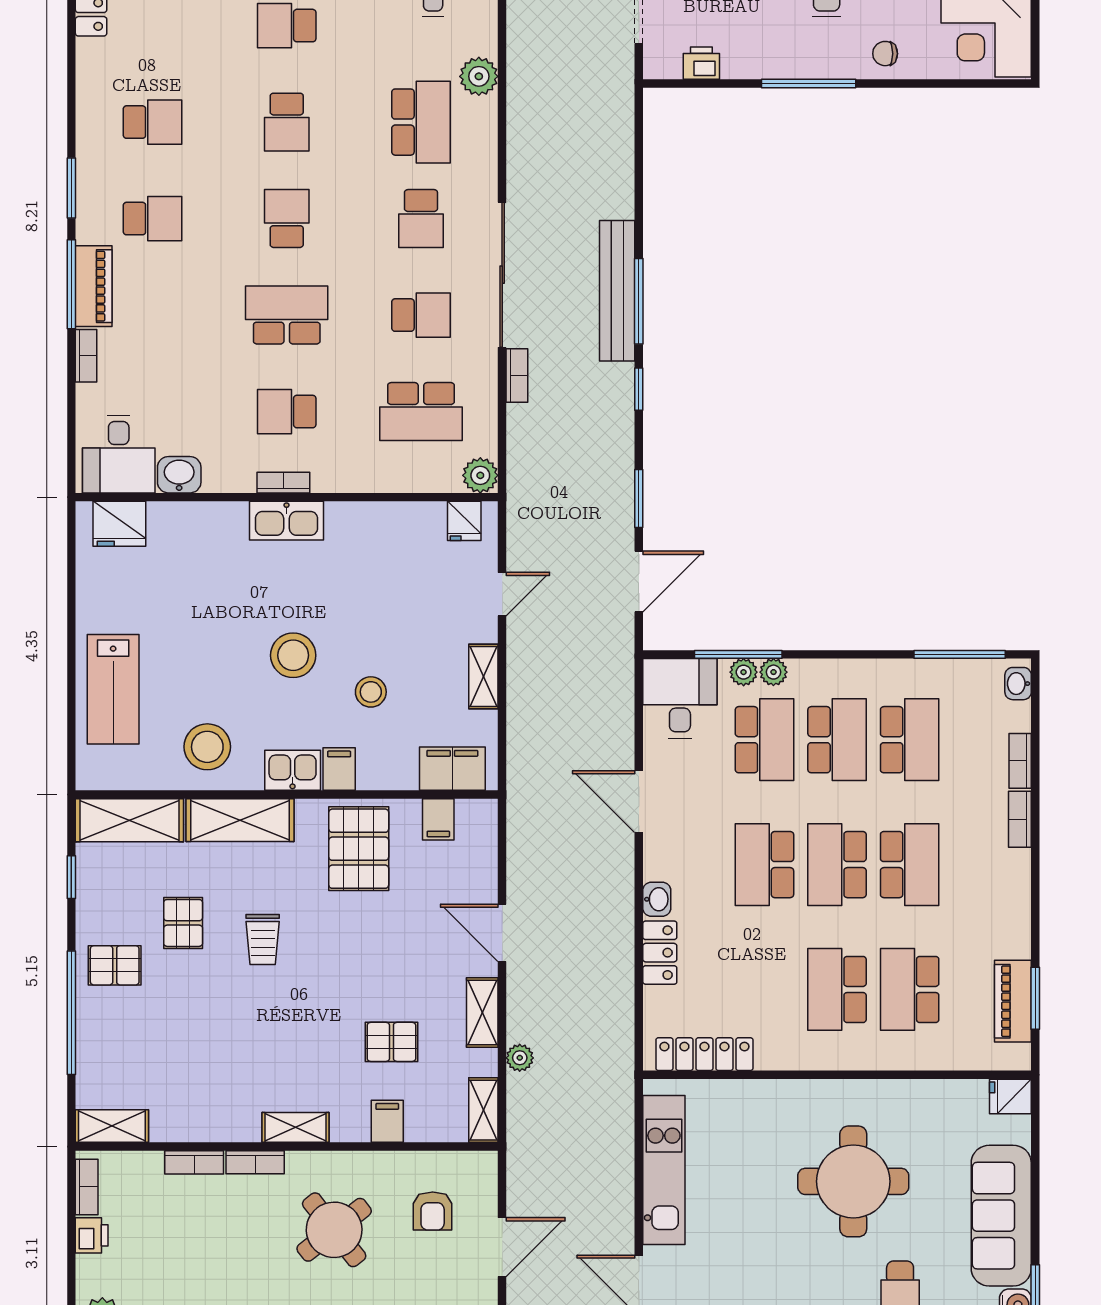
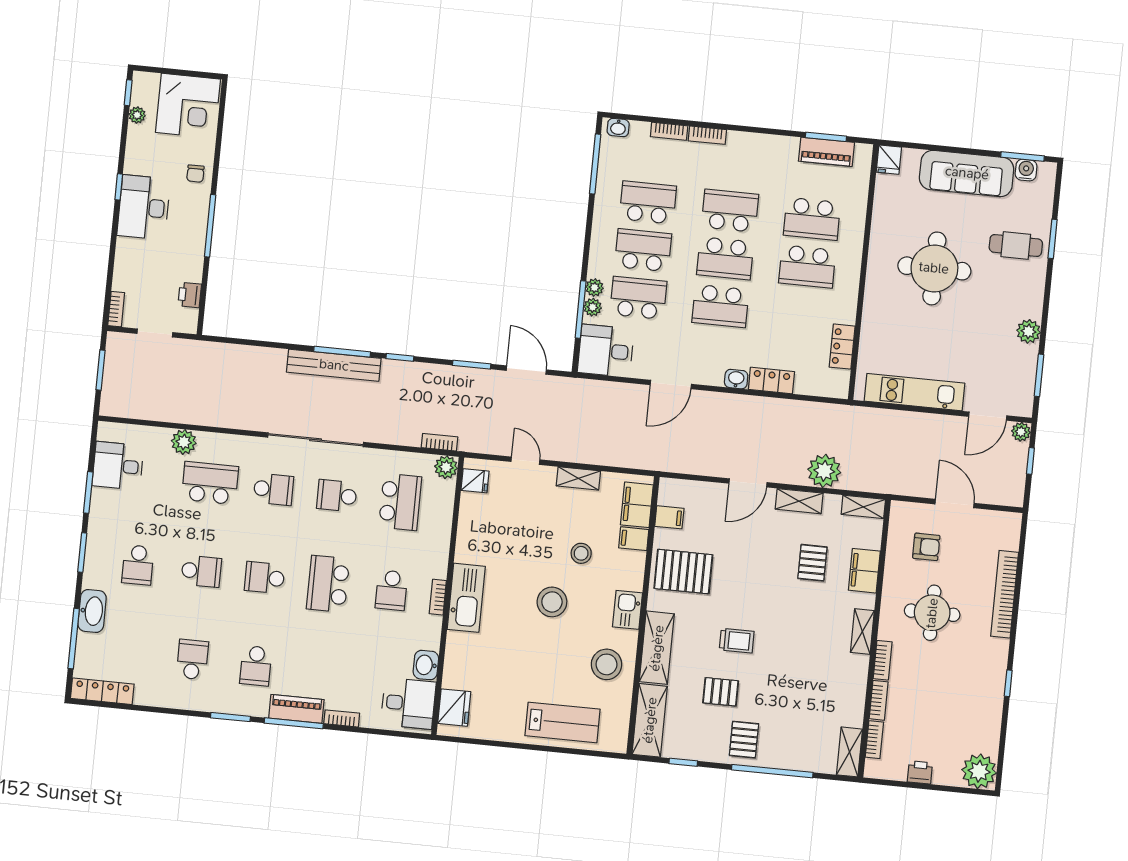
school desk: (152, 219) -> (256, 666), turned 180
school desk: (421, 315) -> (337, 496), turned -90
bookcase: (517, 375) -> (440, 442), moved
kitchen sink: (286, 521) -> (466, 598), width x1.36, depth x1.24
filing cabinet: (339, 769) -> (634, 539), moved
locker: (704, 1054) -> (842, 347), width x0.66
plant: (520, 1058) -> (824, 471), width x1.87, depth x1.87
filing cabinet: (387, 1121) -> (864, 571), width x2.00
bookcase: (87, 1187) -> (874, 740), moved, turned 90
round table: (334, 1230) -> (932, 613), turned 38

